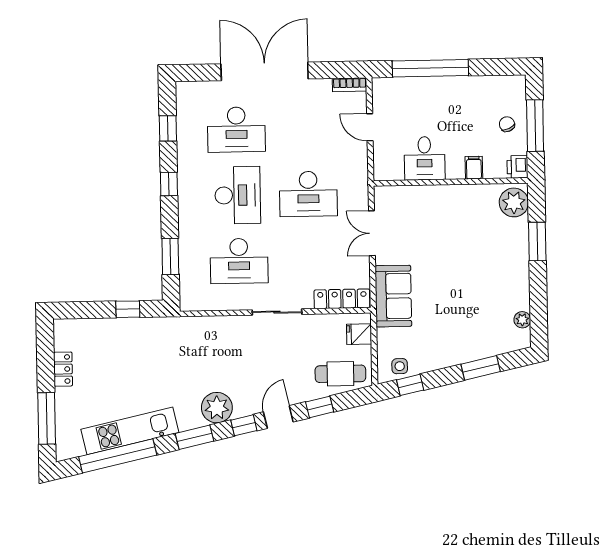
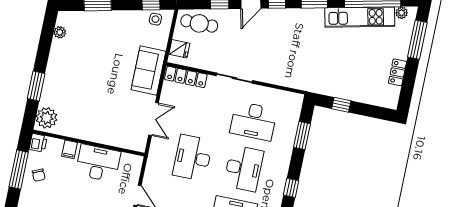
desk: (424, 158) -> (98, 163), width x1.37
desk: (308, 194) -> (193, 158), turned -90
desk: (238, 195) -> (244, 168), turned 180
desk: (239, 261) -> (253, 121), turned 180
plant: (217, 408) -> (402, 13), moved, width x0.53, depth x0.53

